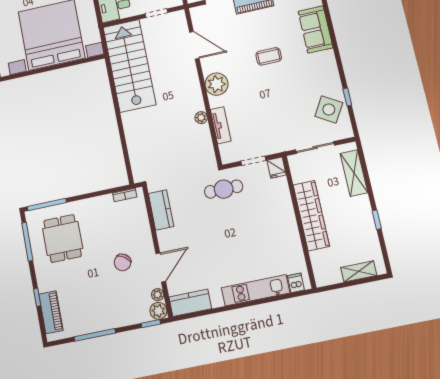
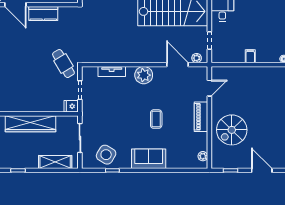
sofa: (316, 30) -> (149, 159), moved
door: (194, 45) -> (178, 65), swing flipped
plant: (201, 118) -> (197, 58), moved
cafe table: (224, 189) -> (63, 64), turned -31
kitchen counter: (161, 210) -> (43, 13), moved

